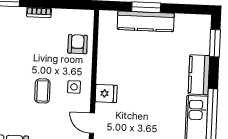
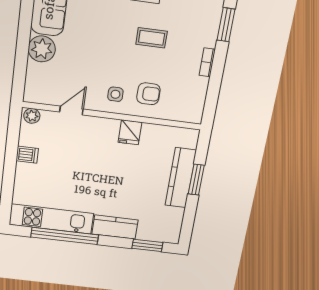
armchair: (78, 44) -> (148, 94), moved
coffee table: (42, 91) -> (152, 38), moved
fridge: (106, 94) -> (130, 132), moved

